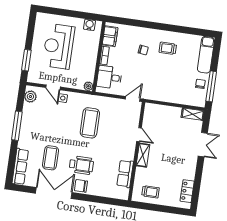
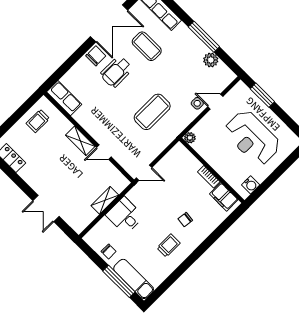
reception desk: (58, 46) -> (252, 138), turned 180
desk: (109, 77) -> (125, 216), moved, turned -90
window: (211, 86) -> (119, 281), moved
plant: (30, 96) -> (211, 60), moved
door: (133, 99) -> (144, 173), hinge flipped
shelving: (193, 114) -> (105, 200), moved
coffee table: (90, 123) -> (152, 112), turned 90
row of seats: (125, 174) -> (64, 98), moved

